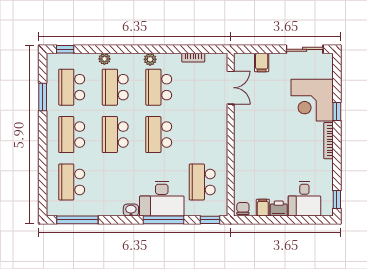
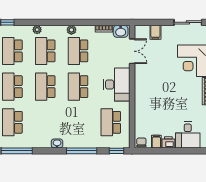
washbasin: (215, 61) -> (121, 31), added
desk: (162, 199) -> (117, 85), moved, turned -90

